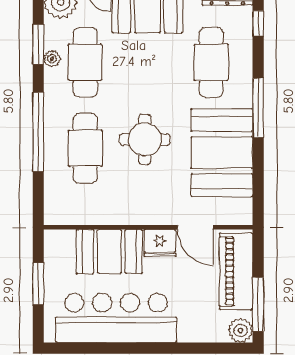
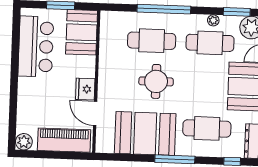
window: (38, 44) -> (237, 12), moved
door: (195, 227) -> (95, 114), hinge flipped
booth: (109, 252) -> (82, 32), moved
window: (258, 304) -> (41, 154), removed
bar counter: (116, 318) -> (36, 46), width x0.73

